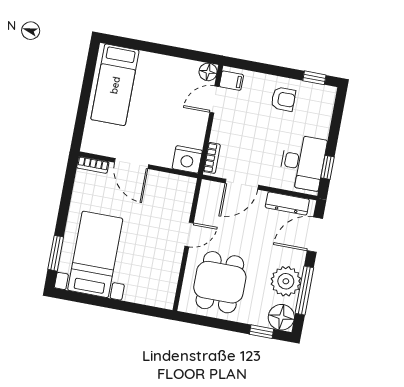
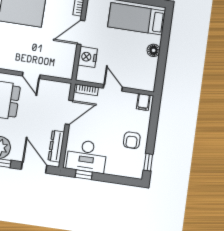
floor lamp: (208, 72) -> (154, 50), moved
door: (214, 99) -> (113, 88), moved
nightstand: (187, 159) -> (88, 57), moved
door: (242, 184) -> (69, 112), swing flipped

